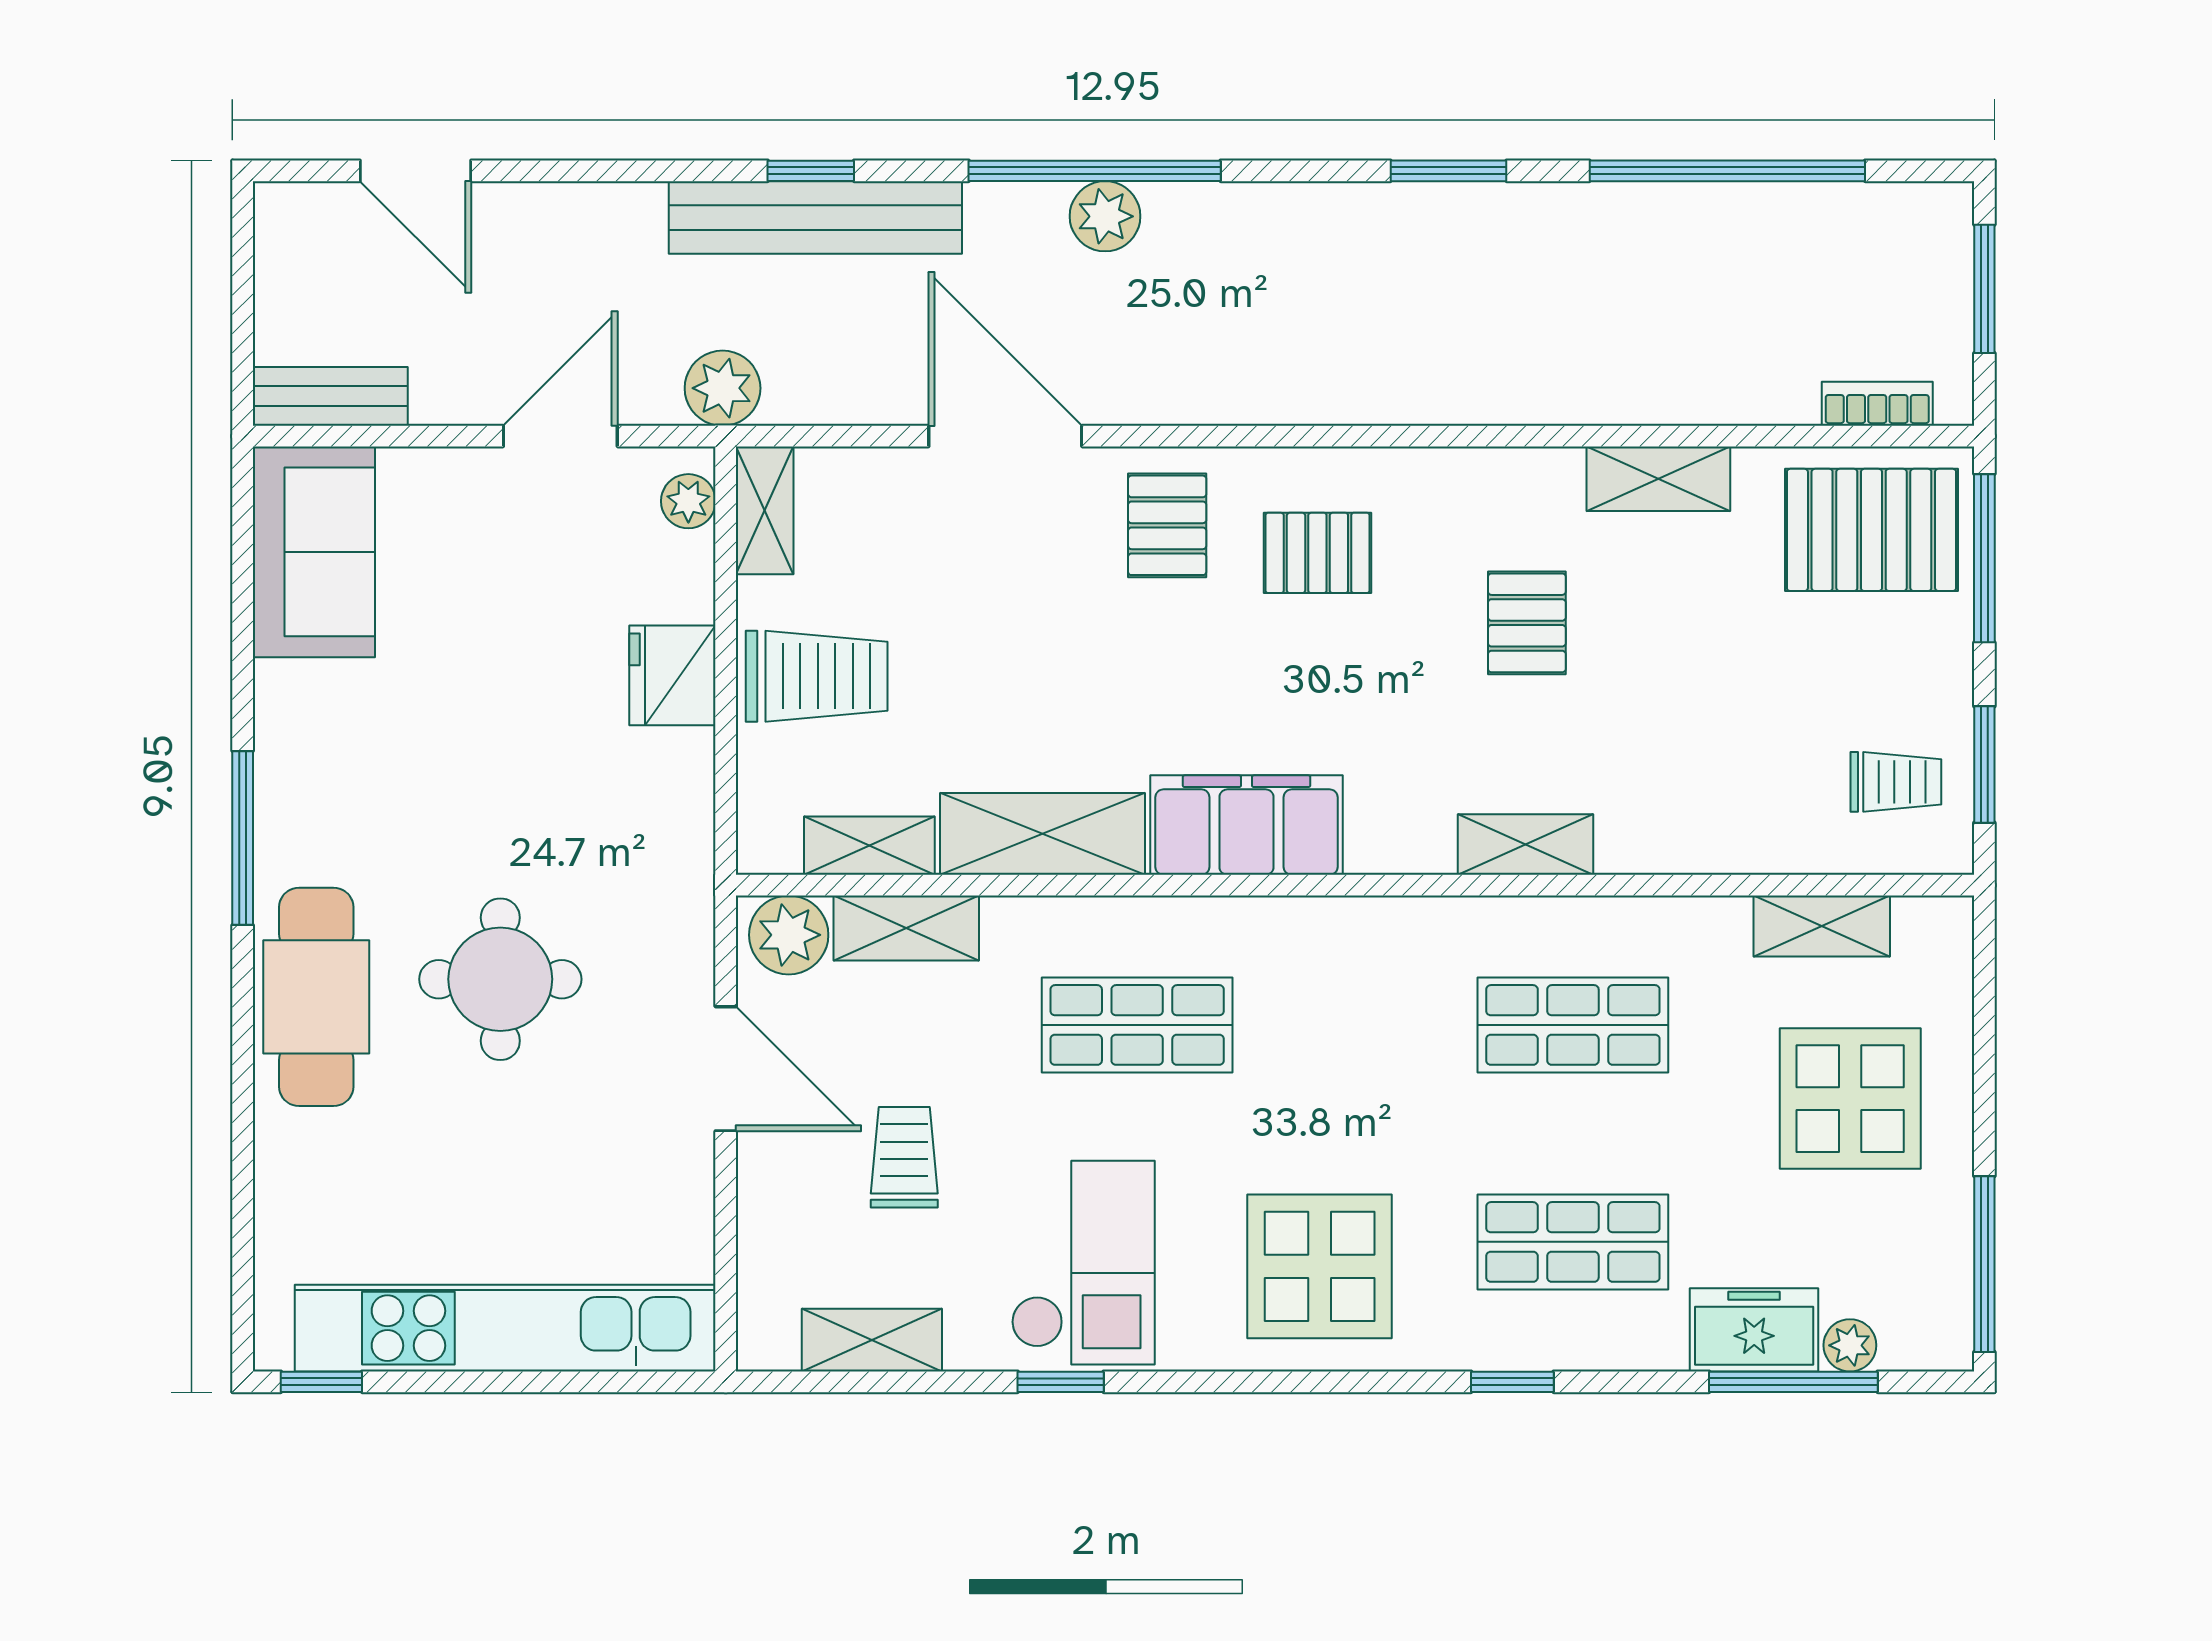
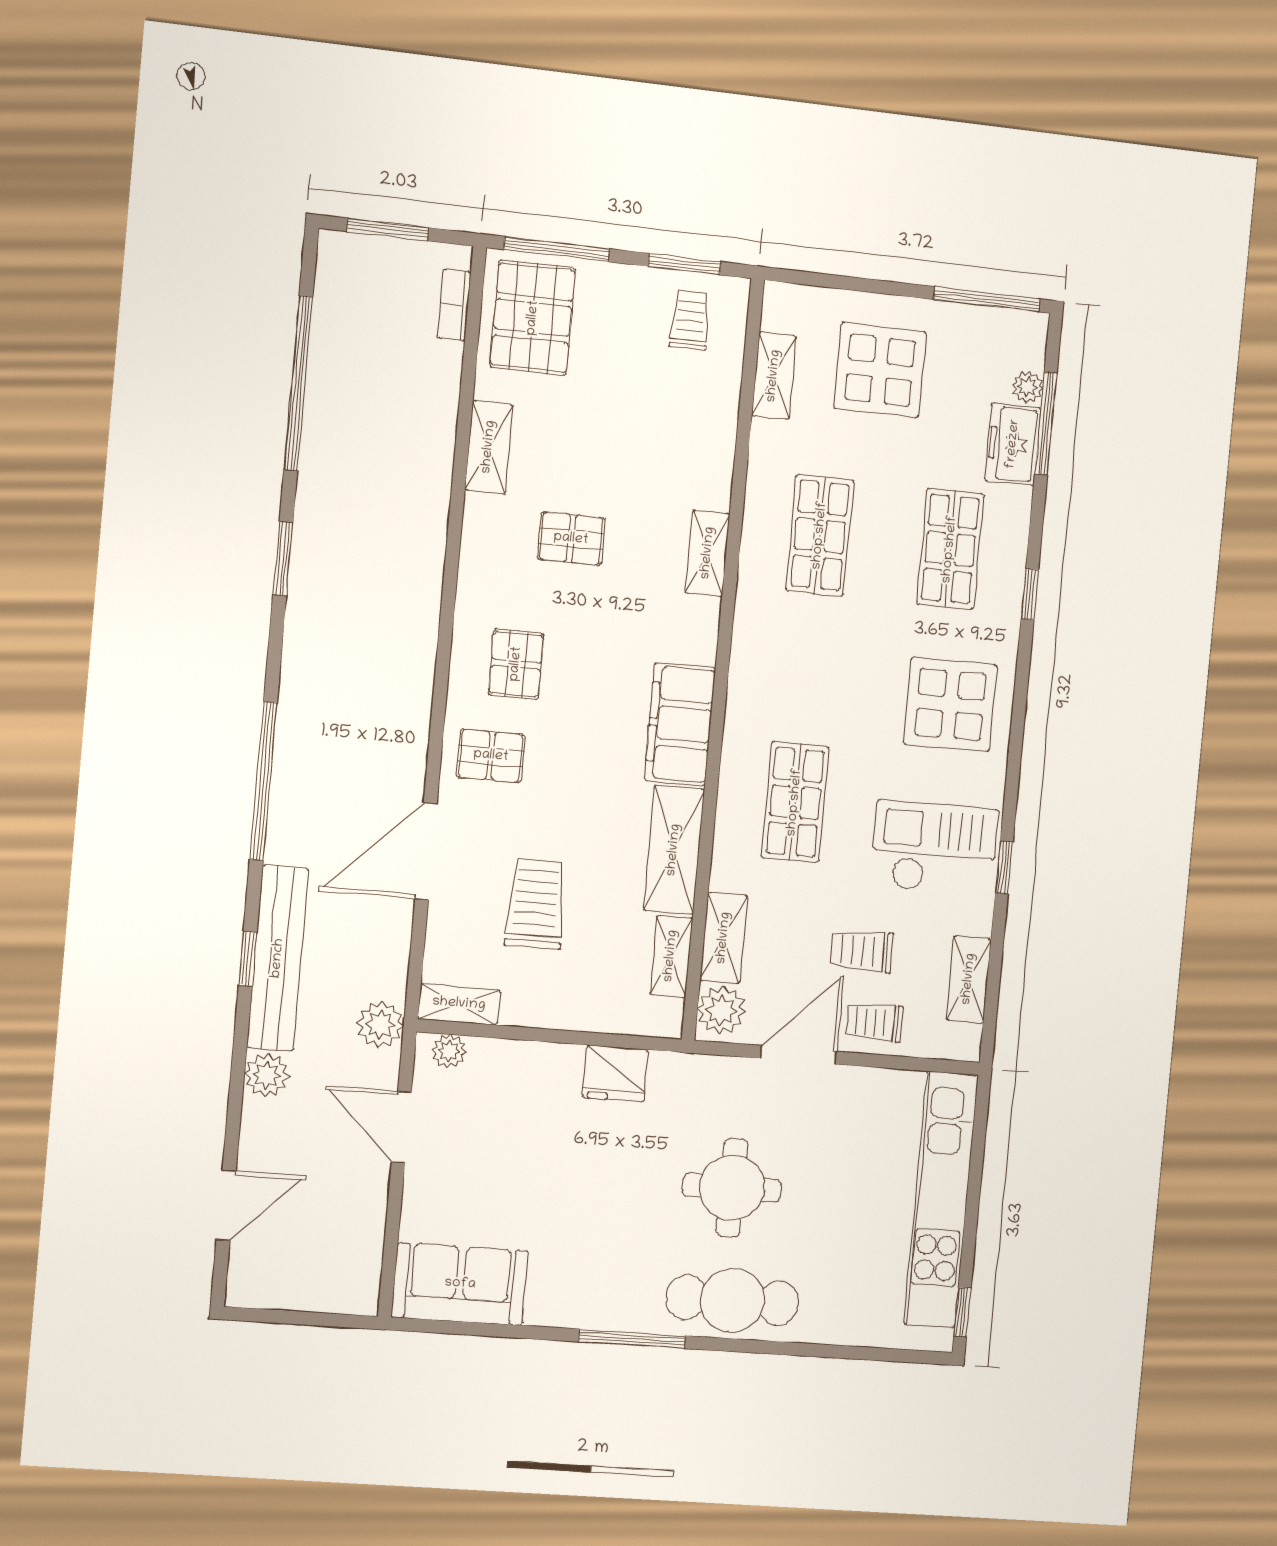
plant: (1105, 216) -> (267, 1075), moved
bench: (330, 396) -> (364, 1268), removed
fridge: (672, 675) -> (615, 1074), moved
trolley: (817, 676) -> (536, 904), moved
trolley: (789, 1189) -> (874, 1022), added

